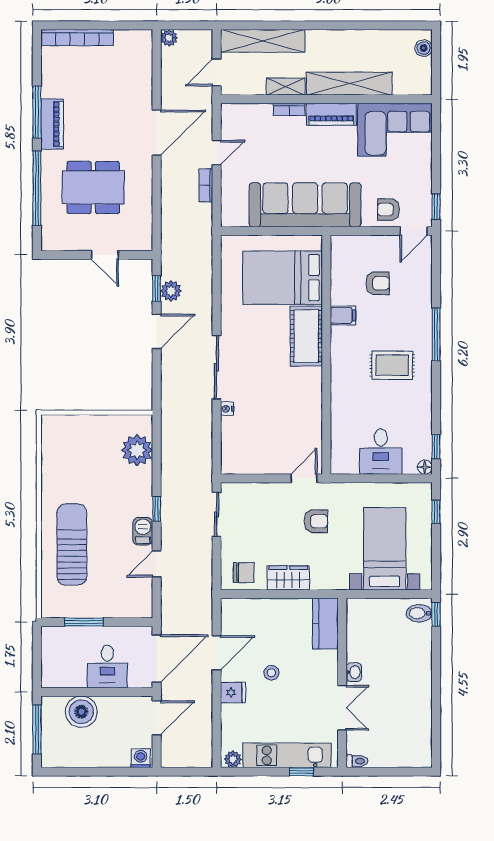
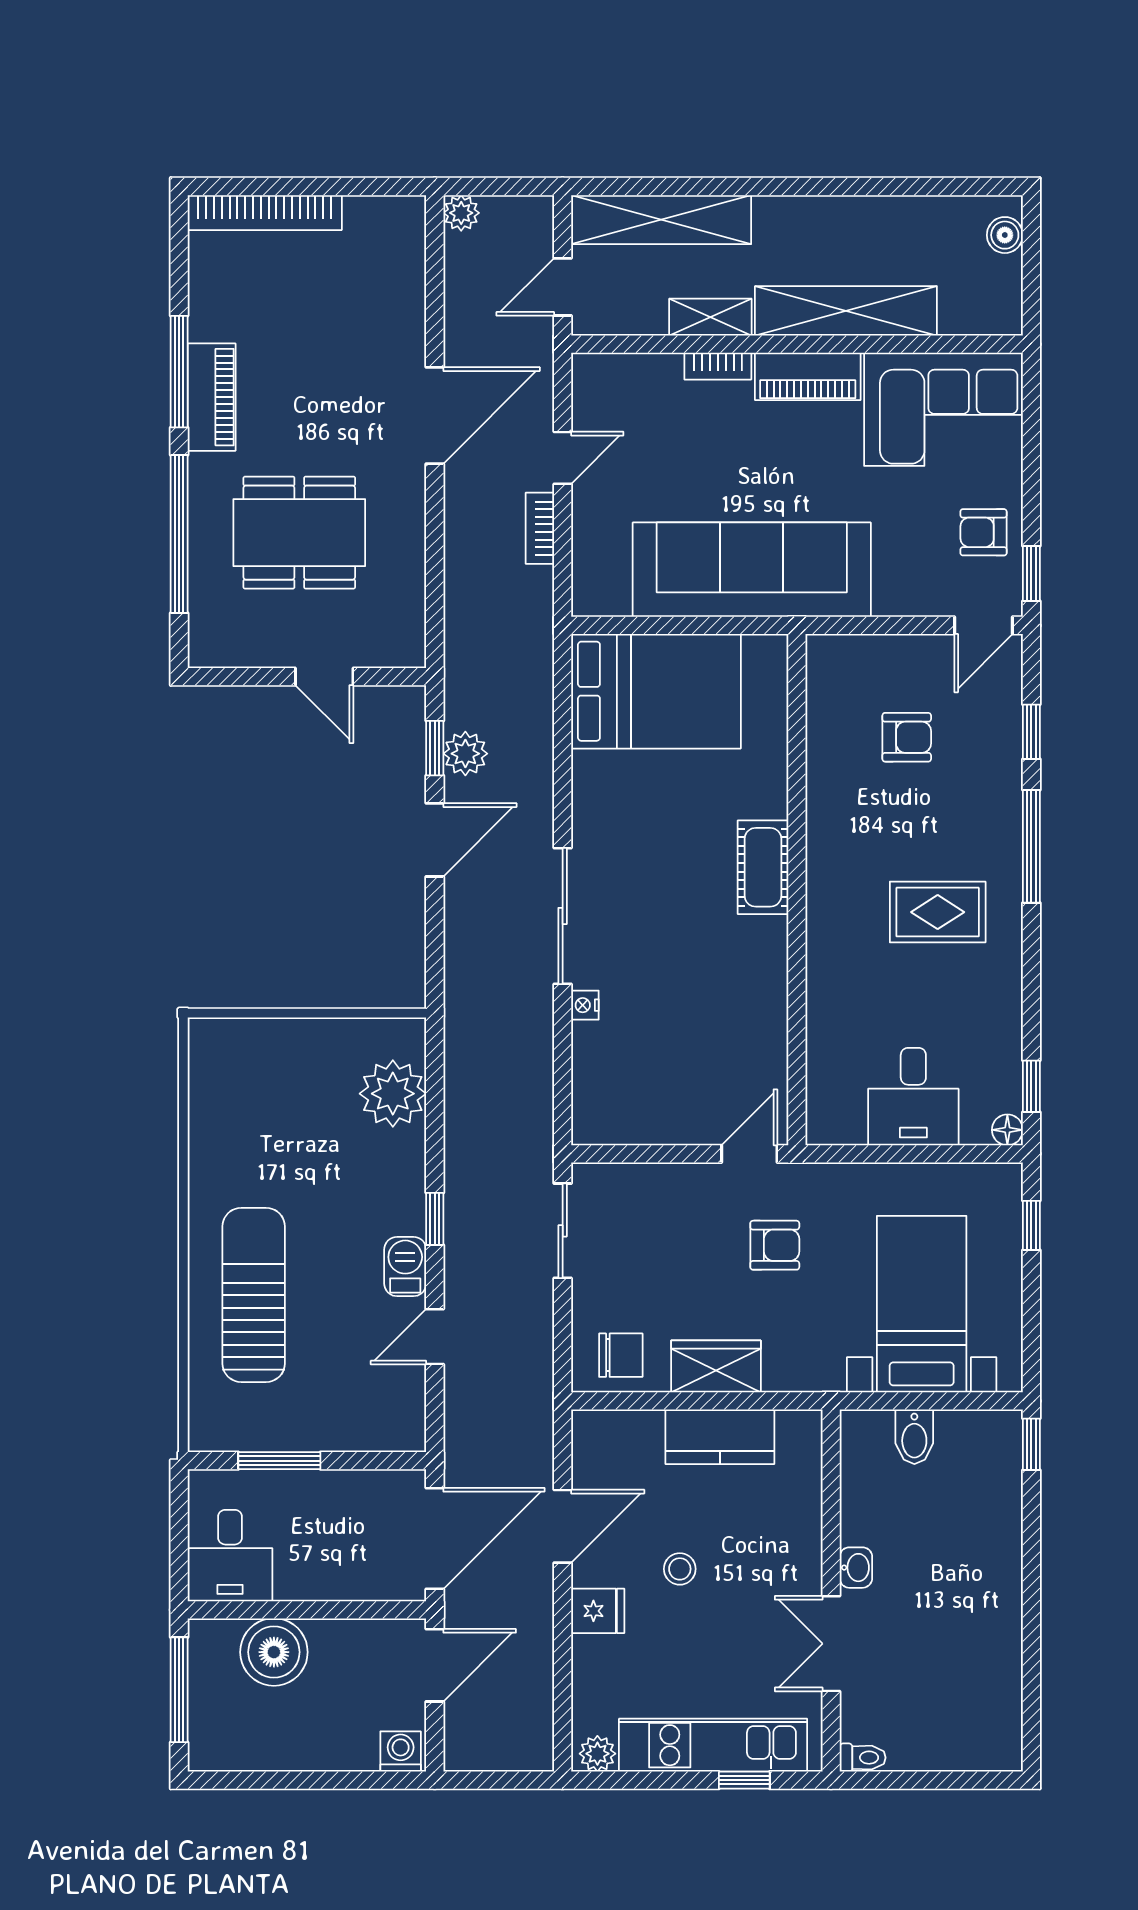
armchair: (388, 210) -> (984, 532), moved
bed: (283, 278) -> (656, 691), moved, turned 180
window: (436, 281) -> (1031, 732), added
filing cabinet: (343, 315) -> (833, 806), removed
cot: (306, 336) -> (763, 867), width x0.73, depth x0.75
bidet: (419, 613) -> (914, 1437), moved, turned -90
kitchen counter: (325, 624) -> (720, 1437), moved, turned -90
desk: (107, 666) -> (230, 1556), moved
double door: (342, 708) -> (831, 1644), swing flipped

